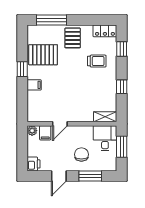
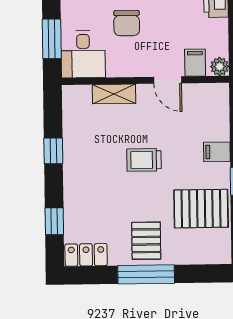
window: (51, 20) -> (146, 274), moved
trolley: (97, 61) -> (144, 160), moved
shelving: (105, 117) -> (114, 94), moved
door: (60, 124) -> (168, 80), swing flipped

